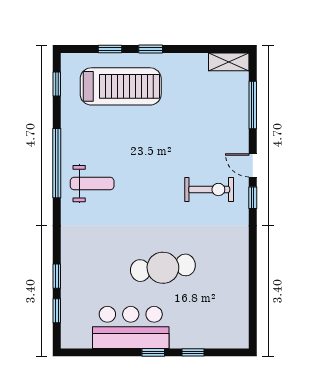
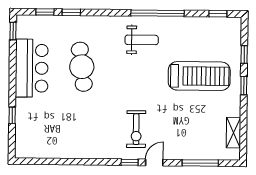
shelving: (229, 62) -> (233, 133), moved
treadmill: (121, 86) -> (199, 76), moved, turned -90
weight bench: (92, 184) -> (142, 40), turned -90
cafe table: (163, 268) -> (82, 67), moved
window: (153, 352) -> (13, 31), moved

